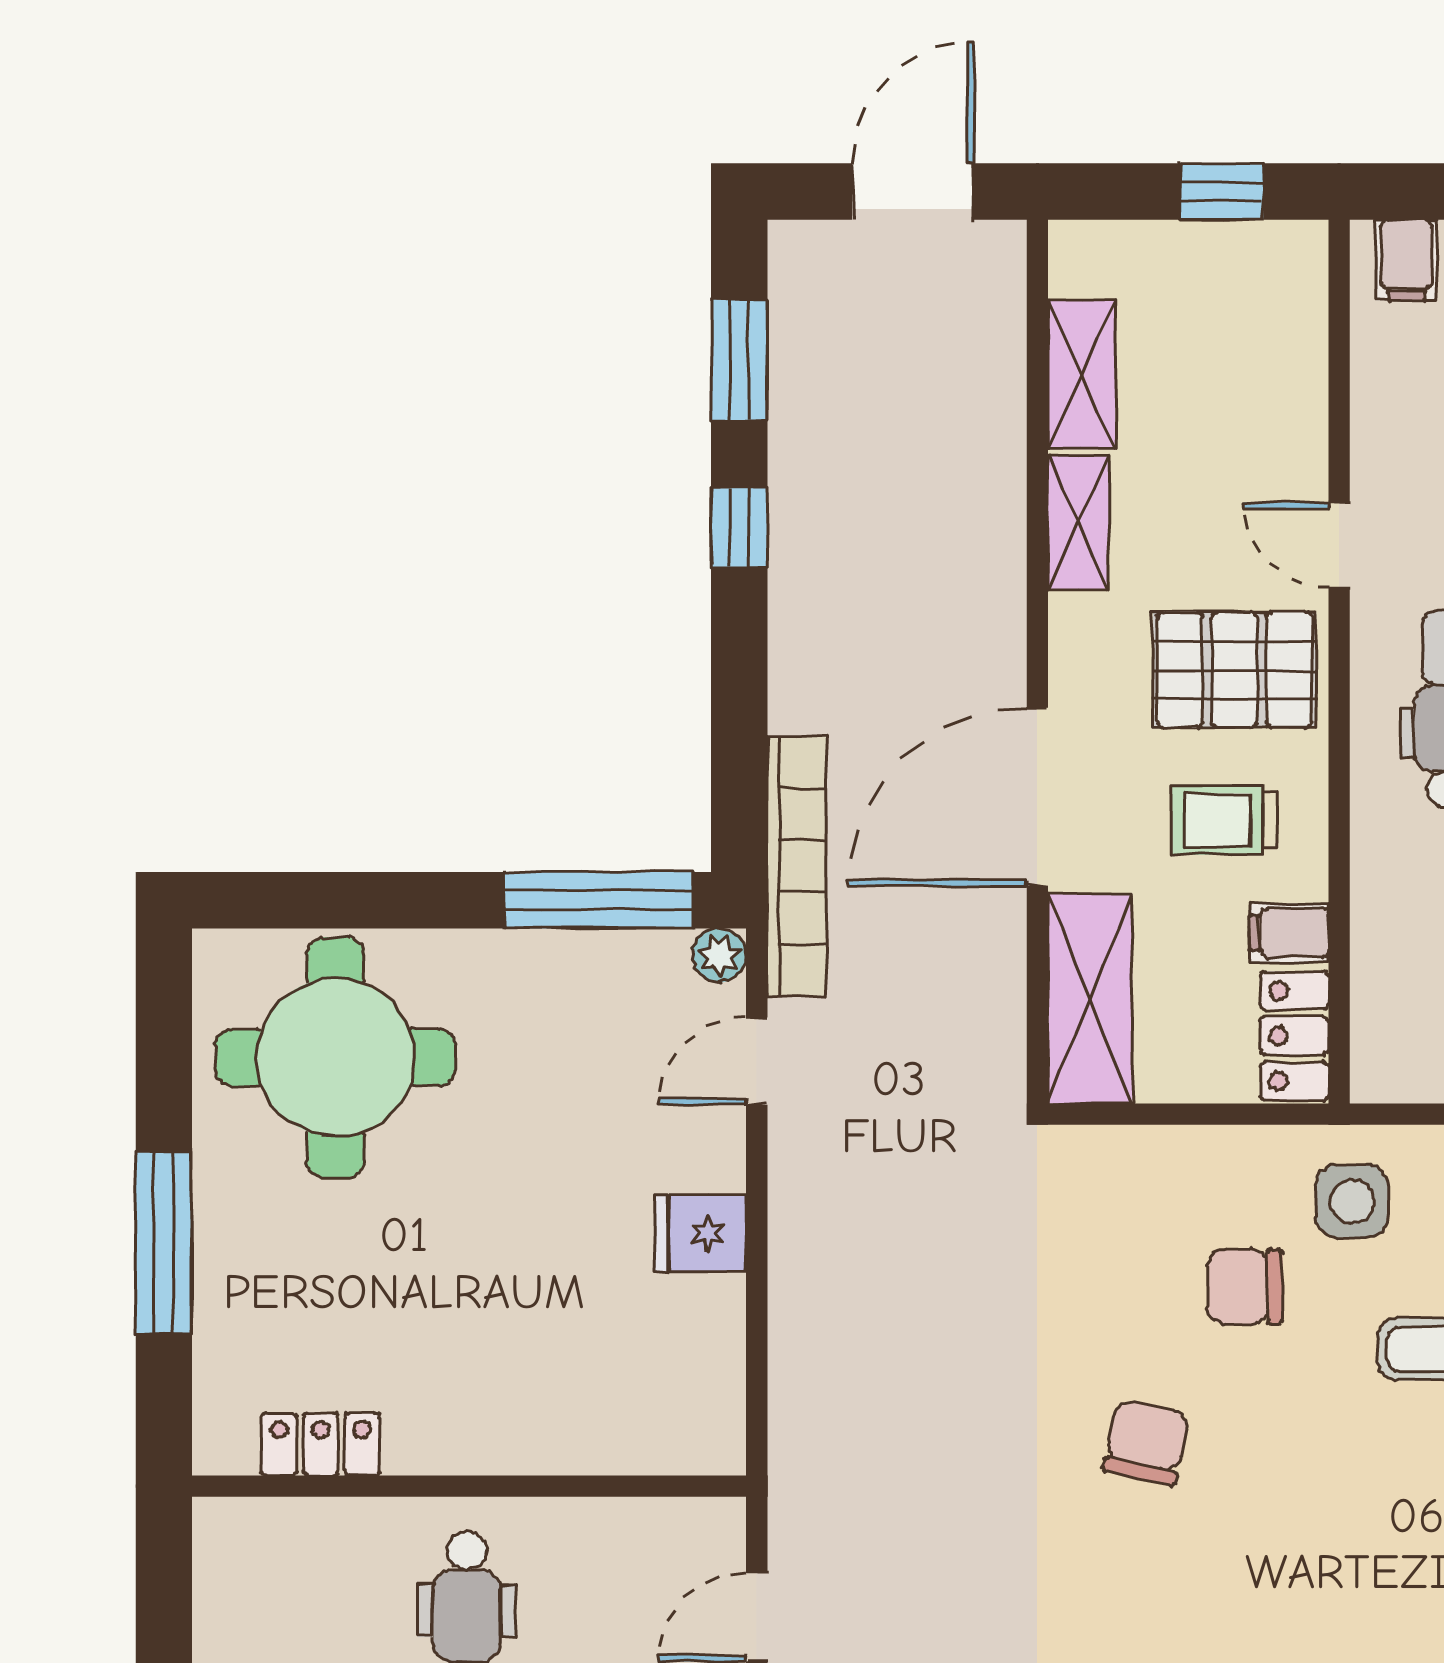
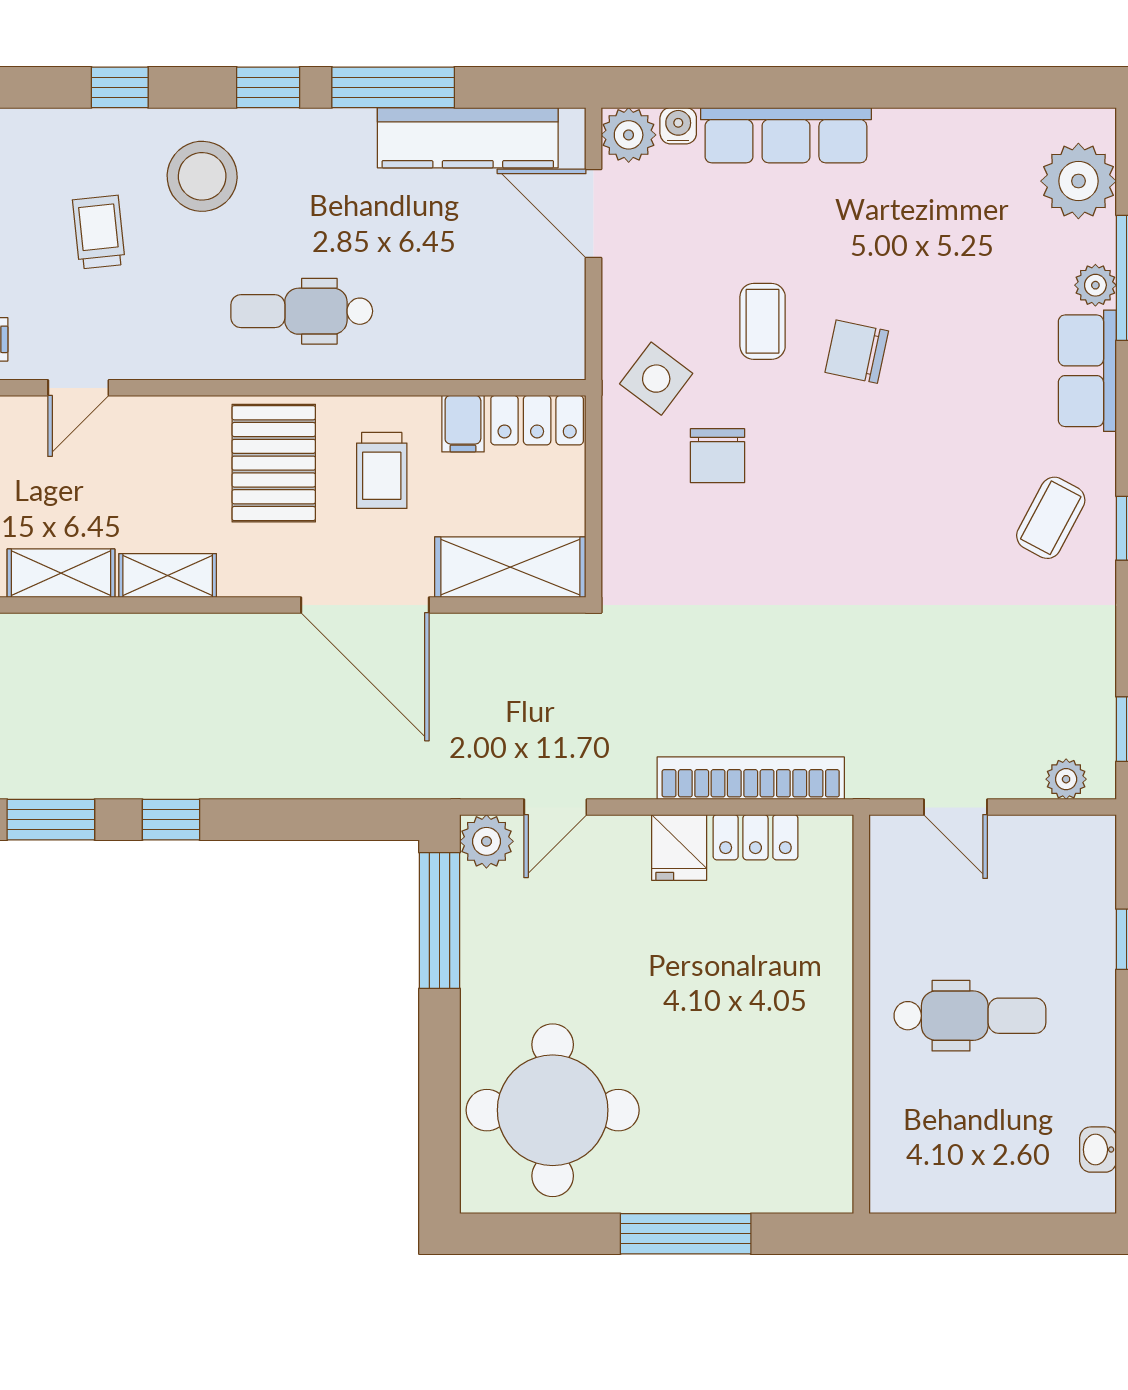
door: (1339, 545) -> (78, 388), moved
bookcase: (797, 866) -> (751, 778), moved
plant: (719, 955) -> (486, 841), width x1.38, depth x1.38
door: (757, 1061) -> (555, 807), hinge flipped
side table: (1352, 1201) -> (656, 379), turned 37
chair: (1146, 1442) -> (857, 352), moved
locker: (321, 1444) -> (755, 837), moved, turned -90

